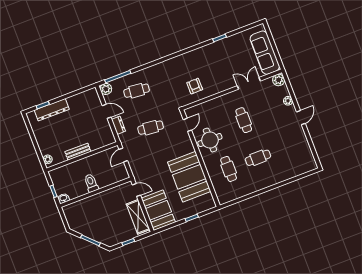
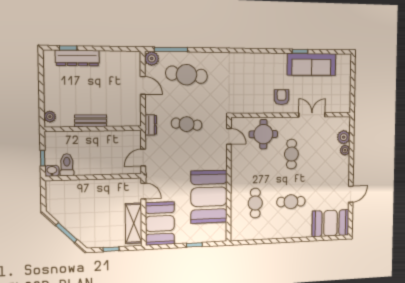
sofa: (265, 53) -> (311, 64), moved, turned -90
plant: (279, 80) -> (344, 137), moved
armchair: (195, 86) -> (282, 97), moved
cafe table: (137, 91) -> (187, 75), width x1.37, depth x1.35
door: (301, 118) -> (351, 194), moved
dresser: (118, 125) -> (151, 125), moved
door: (187, 125) -> (229, 136), hinge flipped
round table: (210, 140) -> (263, 134), moved
door: (123, 155) -> (143, 158), moved
booth: (299, 164) -> (330, 223), added
toilet: (91, 183) -> (67, 165), moved

